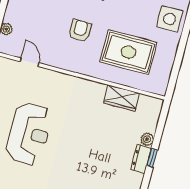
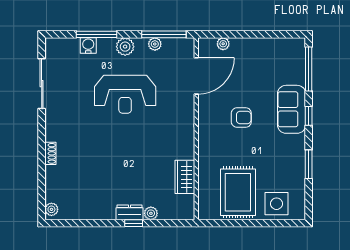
rug: (128, 52) -> (238, 192), moved
door: (30, 62) -> (196, 76), width x1.88

